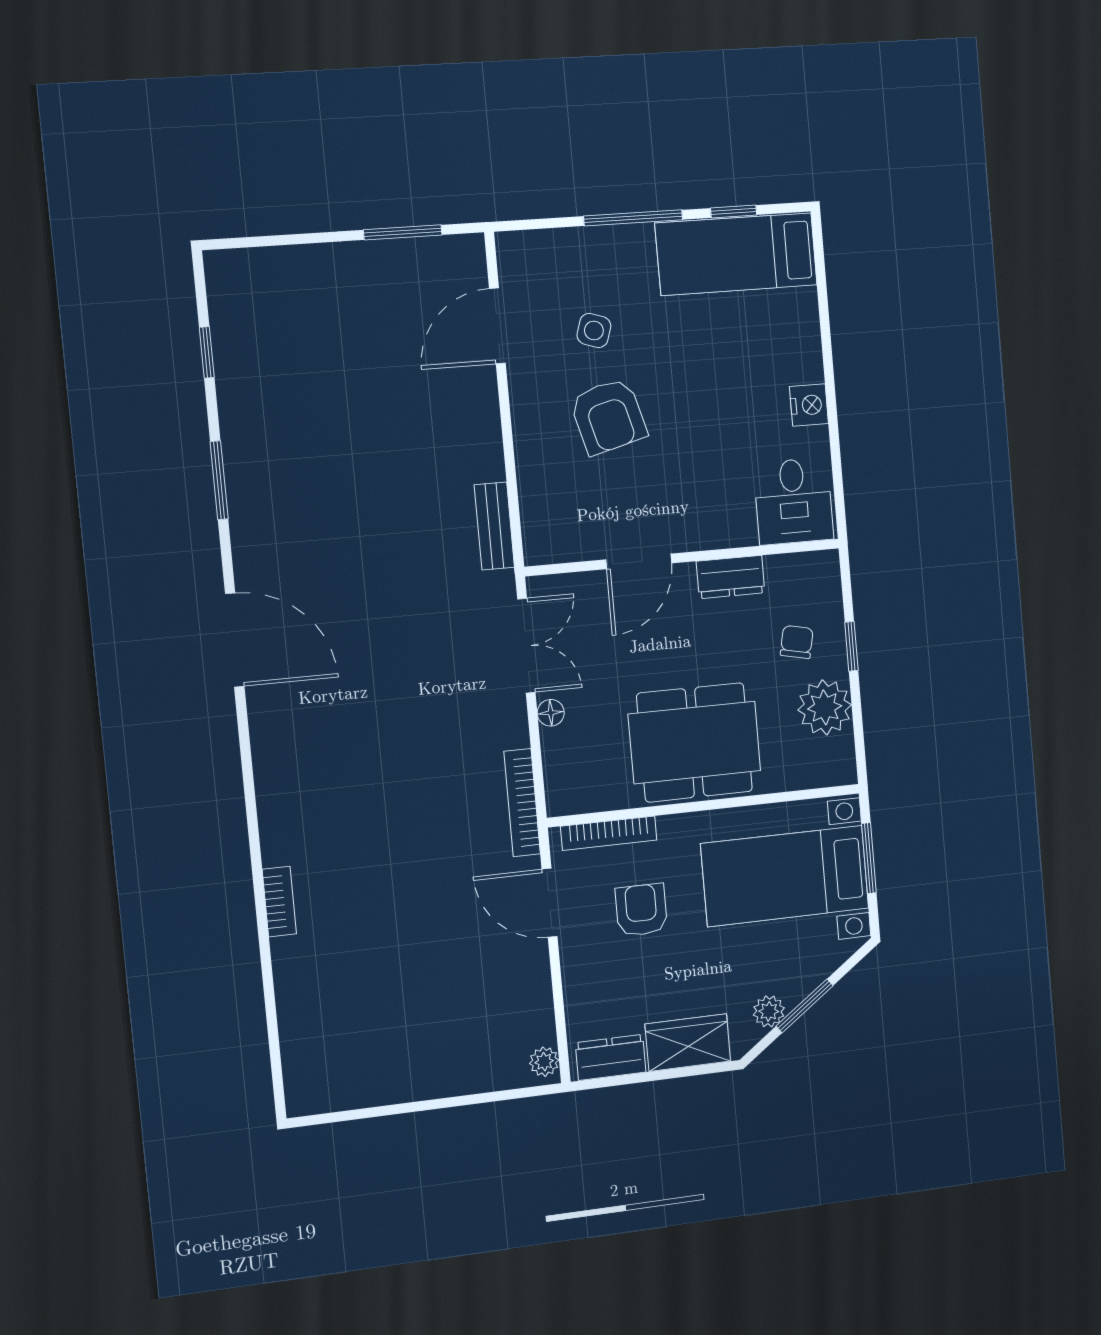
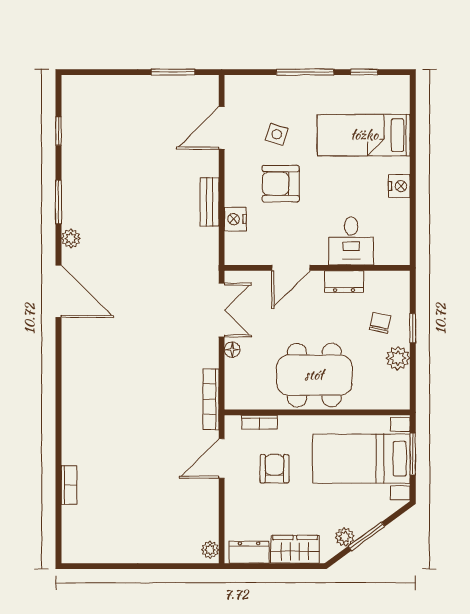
bed: (736, 254) -> (364, 135), moved
armchair: (608, 416) -> (281, 184), turned 105
nightstand: (536, 485) -> (235, 219), added
desk: (794, 501) -> (351, 241), moved
bench: (494, 526) -> (210, 202), moved
plant: (248, 544) -> (71, 238), added
plant: (825, 707) -> (398, 358), width x0.73, depth x0.73
bookcase: (609, 833) -> (259, 422), width x0.64
bookcase: (279, 902) -> (69, 485), moved
door: (550, 903) -> (222, 458), hinge flipped

